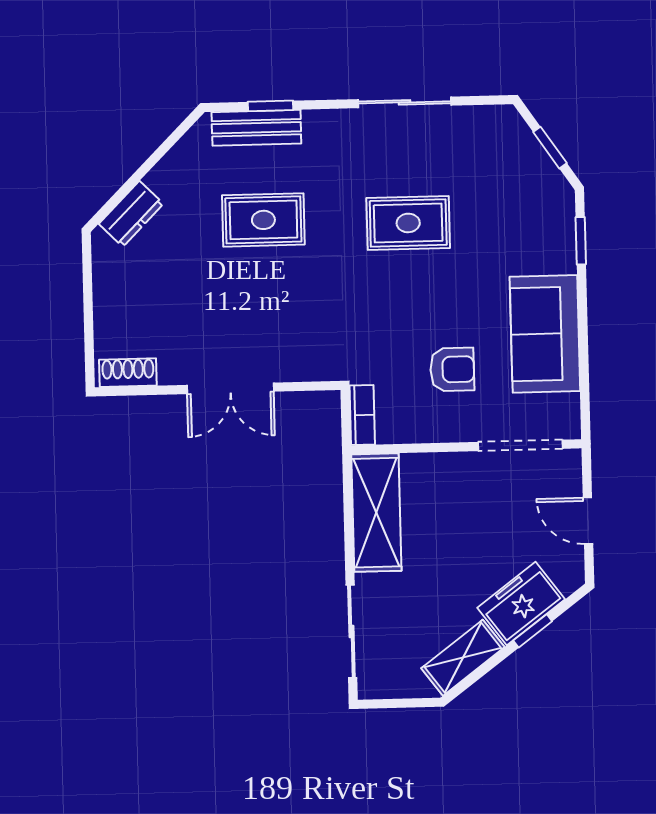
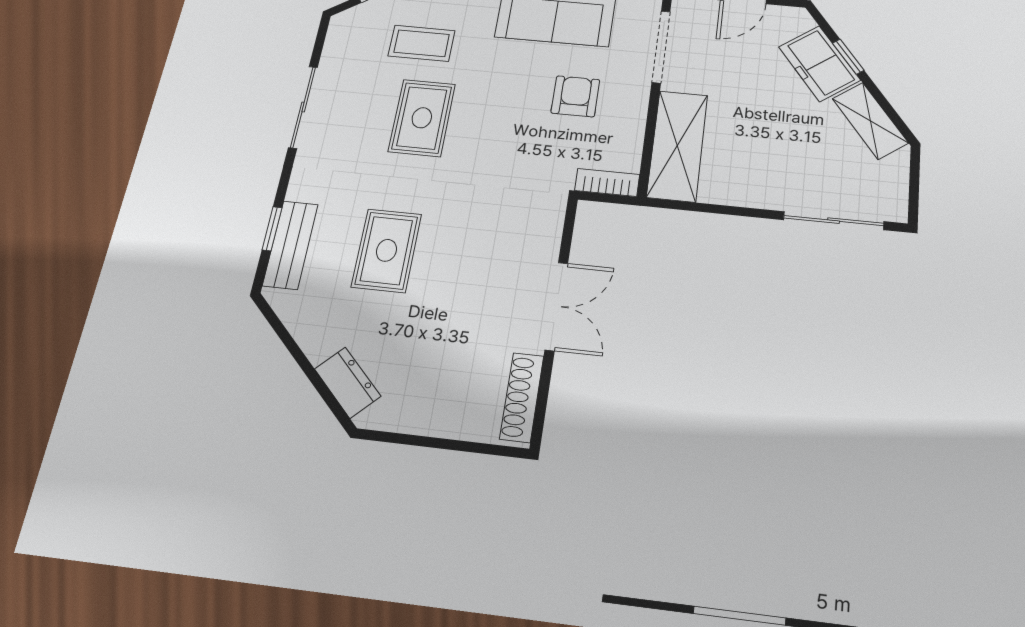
coffee table: (493, 204) -> (422, 43), added
shoe rack: (128, 373) -> (522, 397), width x1.43
shelving: (376, 513) -> (677, 146), moved, turned 90

